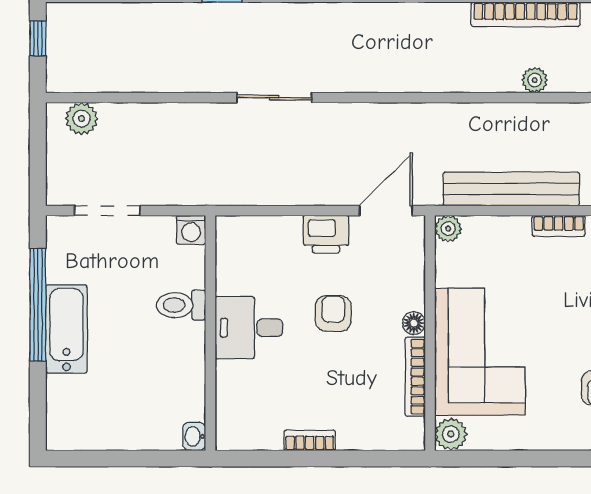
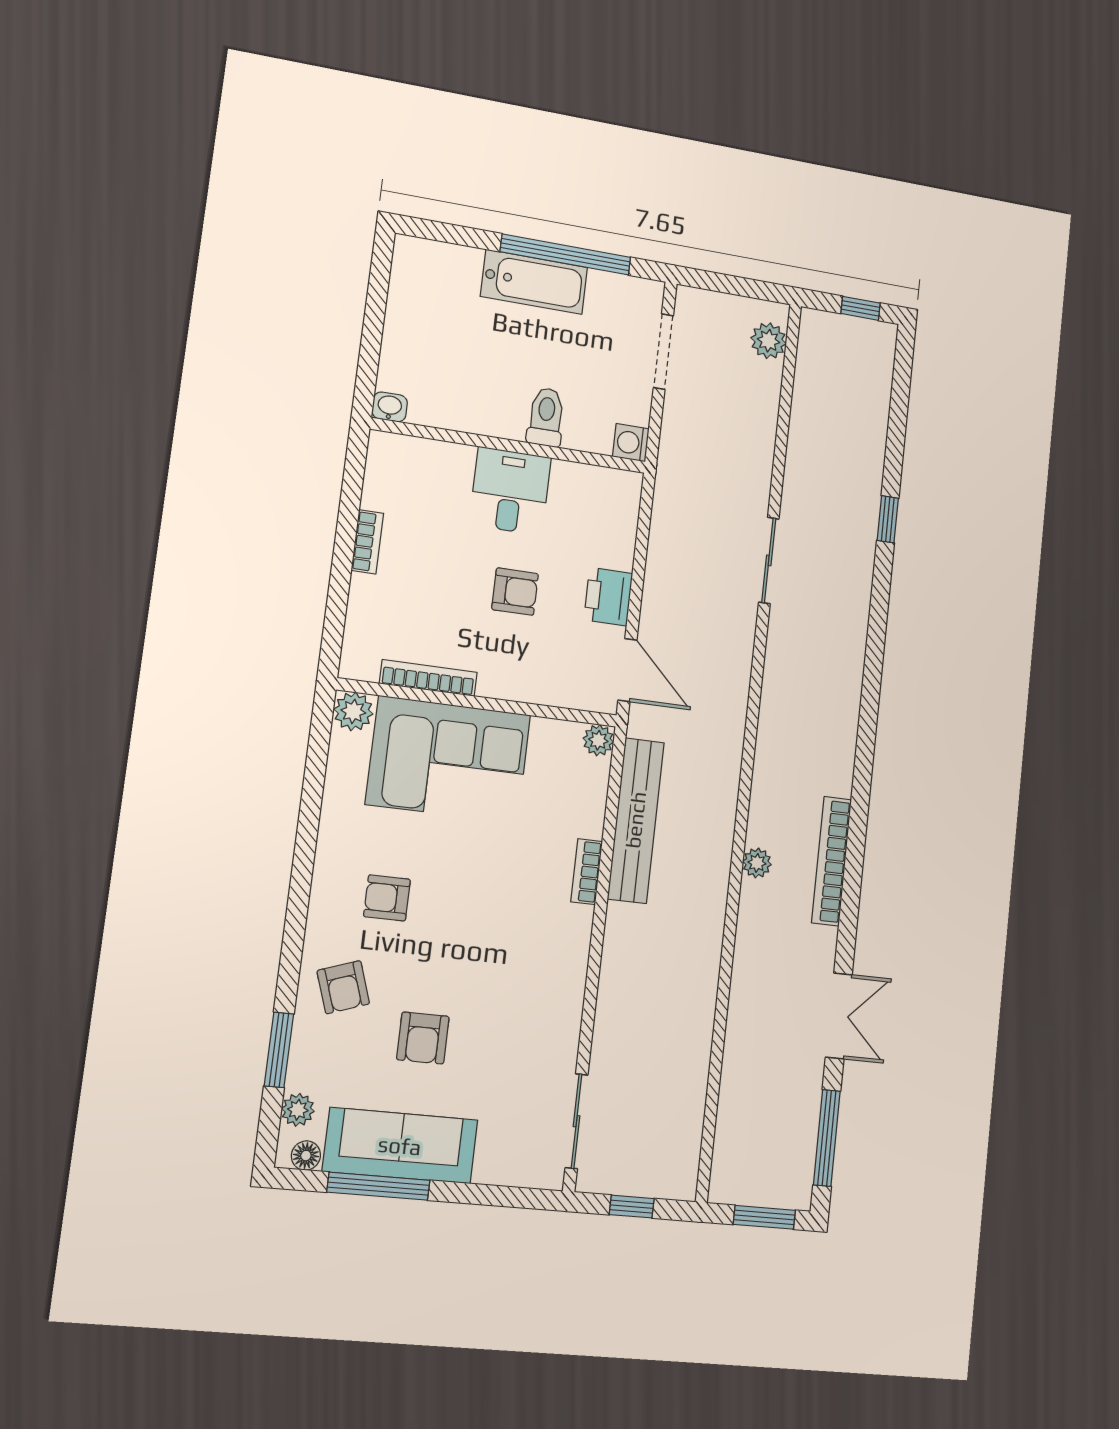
floor lamp: (414, 323) -> (492, 685), removed

